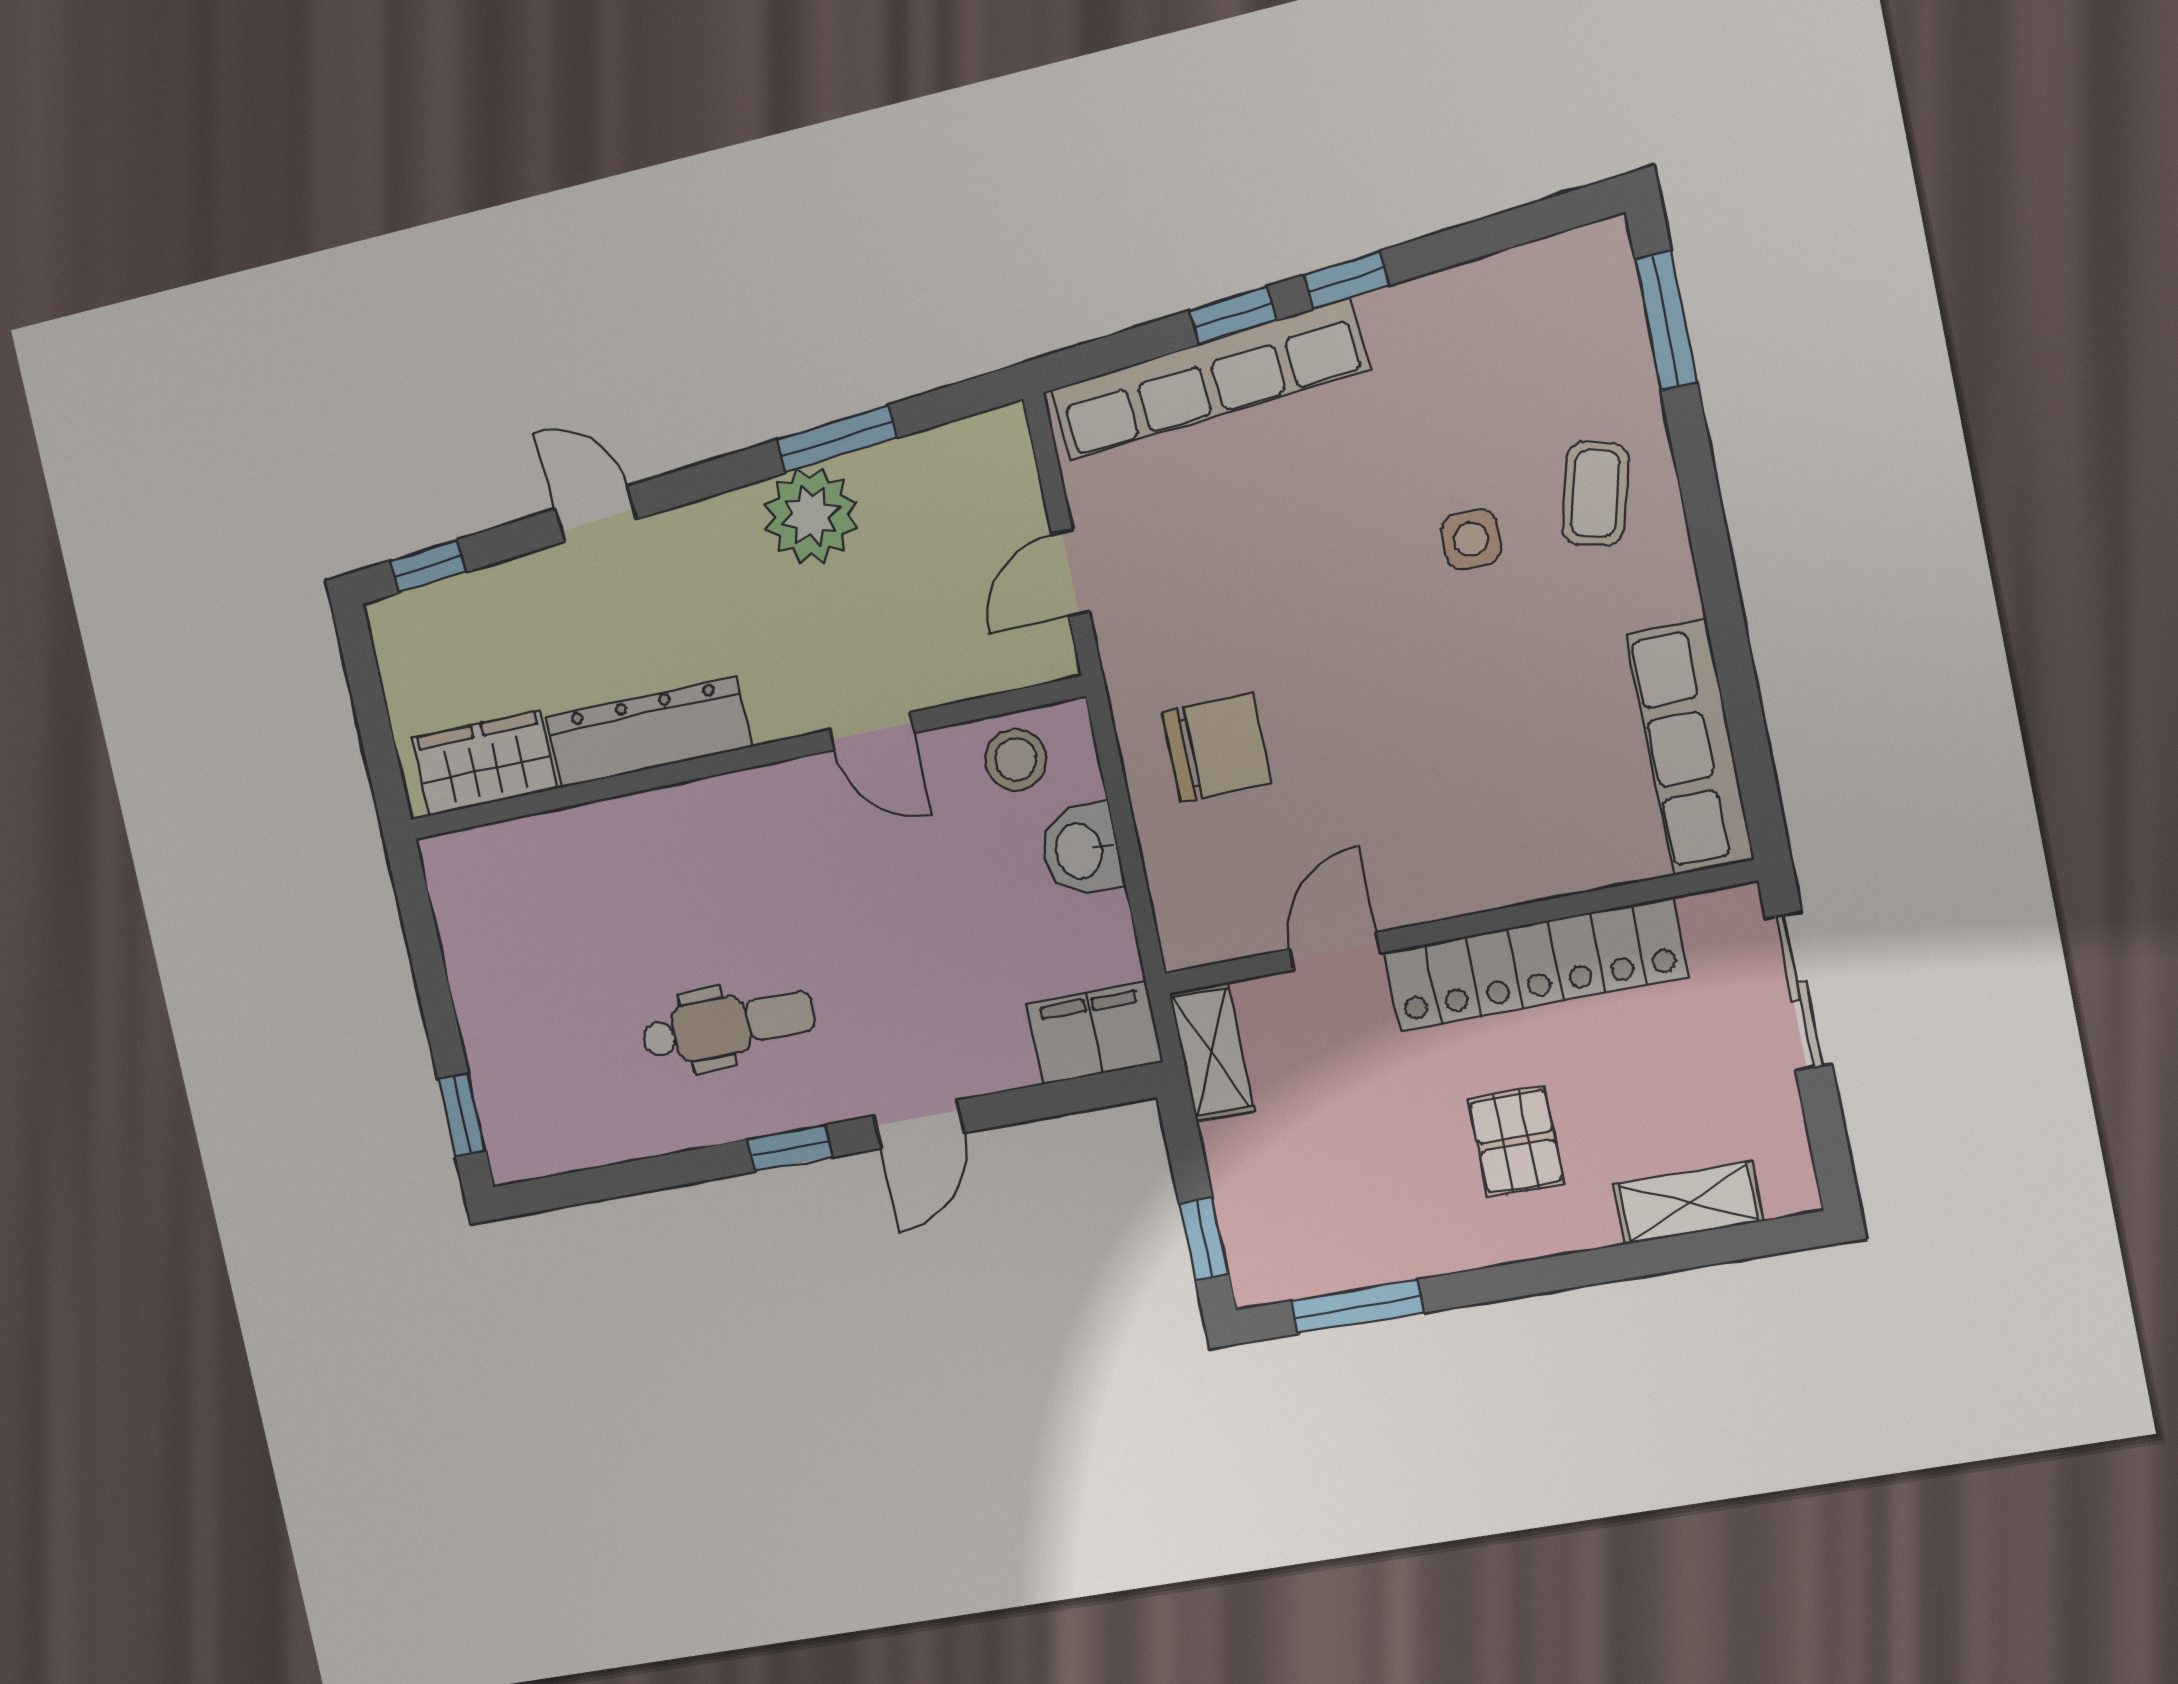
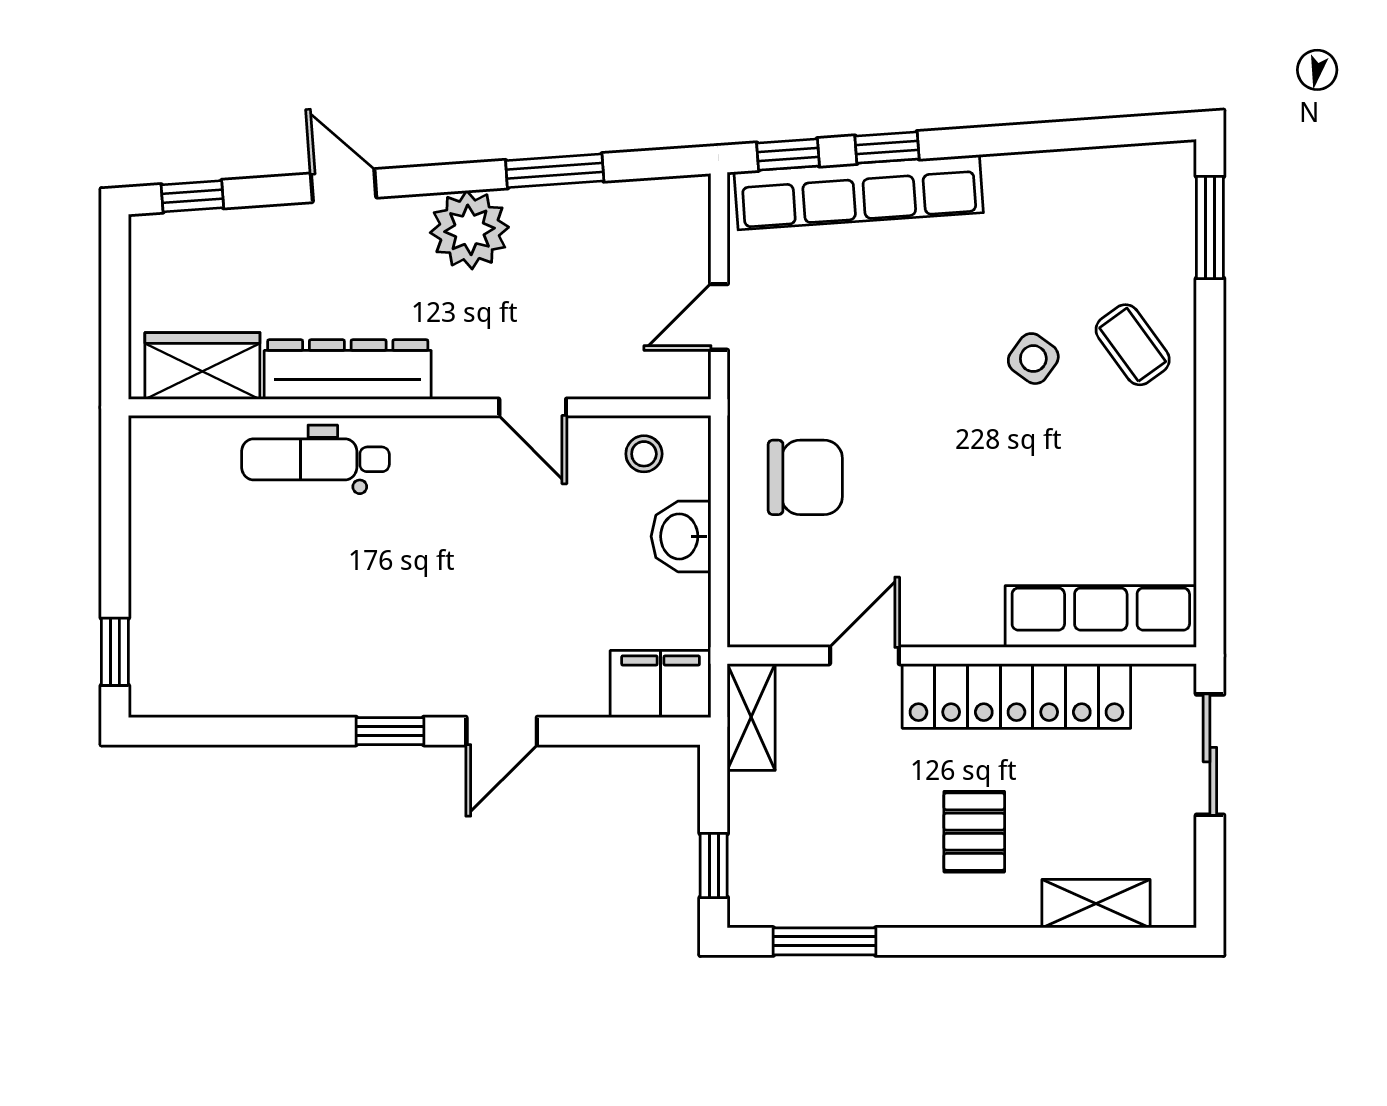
window: (1346, 280) -> (788, 154), moved
coffee table: (1595, 494) -> (1133, 345), turned -51
plant: (811, 516) -> (469, 230), moved
side table: (1471, 539) -> (1033, 359), turned 36
row of seats: (1690, 747) -> (1101, 616), moved, turned 90
stool: (1016, 759) -> (644, 454), width x0.73, depth x0.73
dental chair: (728, 1026) -> (315, 459), moved, turned 180

